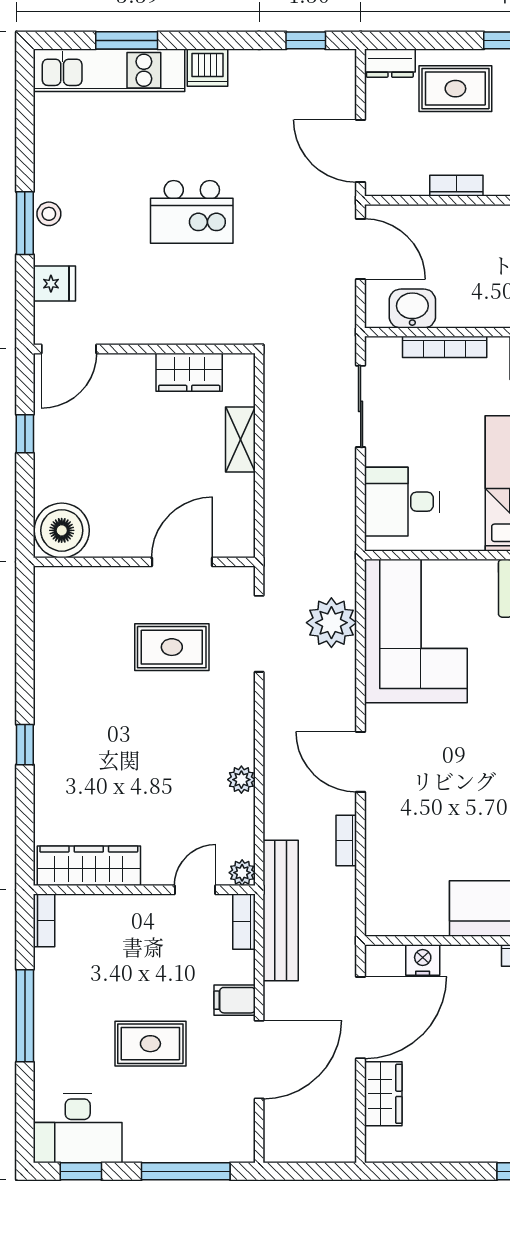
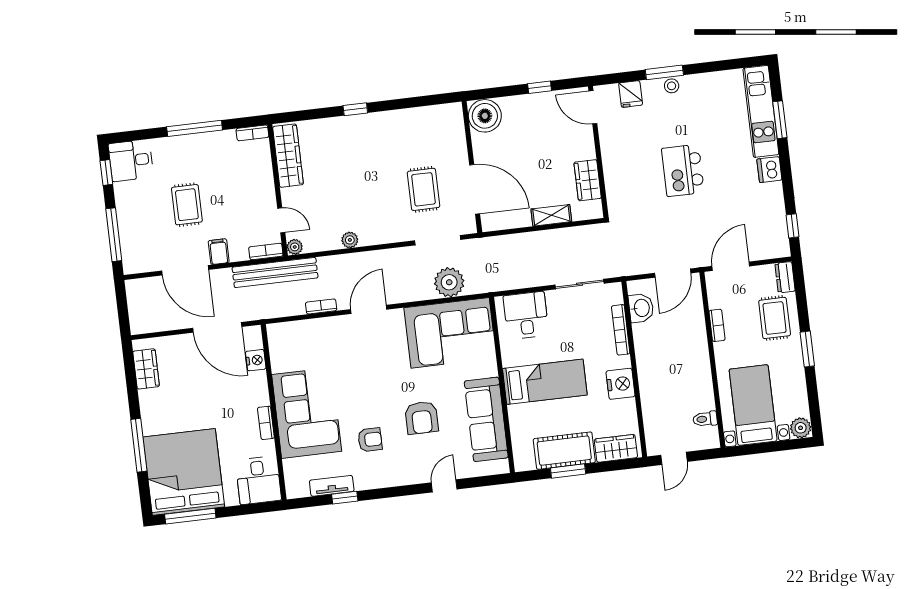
door: (182, 562) -> (475, 189), width x1.36
wardrobe: (383, 1094) -> (146, 369), moved, turned -90
desk: (78, 1128) -> (131, 160), width x0.73

